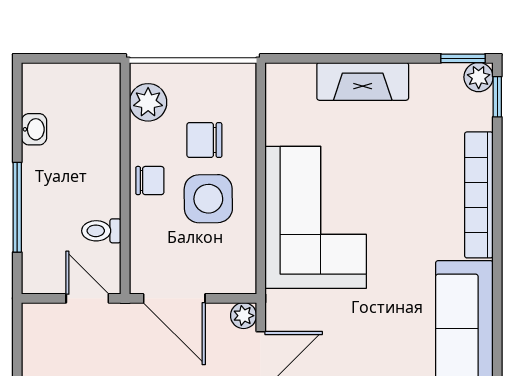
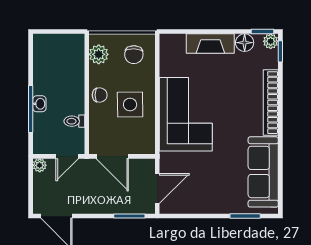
floor lamp: (429, 80) -> (245, 43), added
washbasin: (34, 129) -> (39, 104), moved
chair: (204, 140) -> (134, 55), moved, turned -88
door: (87, 298) -> (67, 156), swing flipped
plant: (244, 316) -> (40, 165), moved

